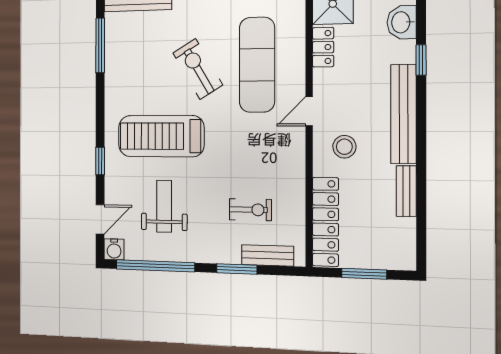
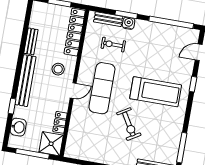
exercise mat: (257, 65) -> (102, 88), moved
weight bench: (164, 206) -> (160, 54), removed
water cooler: (114, 249) -> (129, 23), moved

